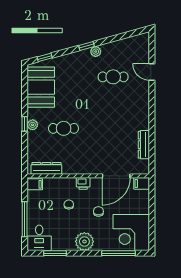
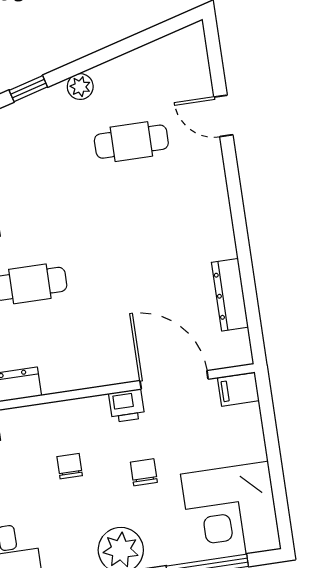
window: (87, 46) -> (28, 89), moved
door: (116, 176) -> (174, 380), swing flipped
printer: (83, 183) -> (127, 406), moved

